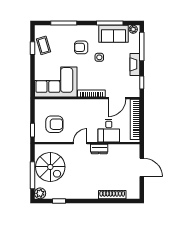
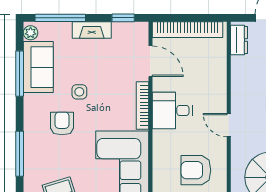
armchair: (81, 47) -> (62, 123), turned 180
armchair: (54, 124) -> (196, 170), turned -90
desk: (109, 131) -> (172, 110), moved, turned 180
dresser: (99, 149) -> (239, 40), moved

